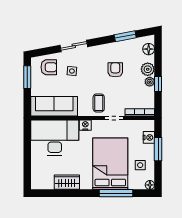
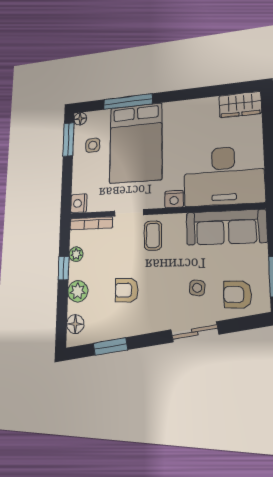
armchair: (115, 70) -> (127, 290), turned 90
plant: (150, 82) -> (76, 254), moved
nightstand: (149, 137) -> (79, 203), moved
window: (158, 149) -> (68, 139), moved
wardrobe: (67, 182) -> (240, 104), moved

